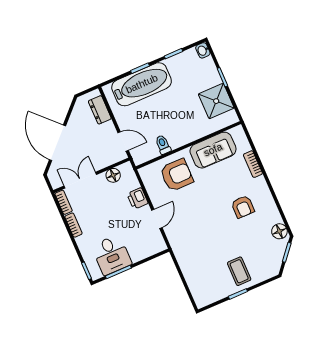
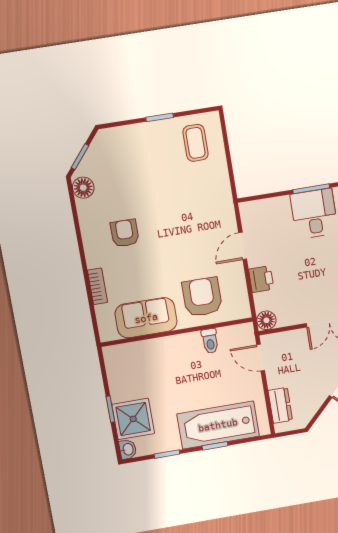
shower: (216, 101) -> (133, 419), moved
floor lamp: (113, 175) -> (266, 320), moved
armchair: (177, 175) -> (202, 297), turned 90
coffee table: (239, 271) -> (196, 143), moved

